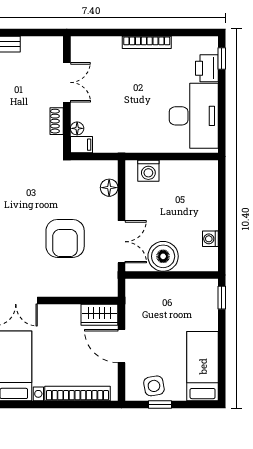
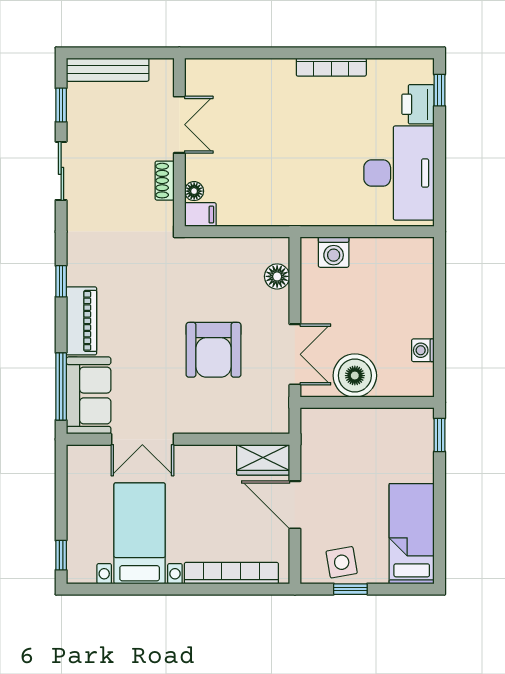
double door: (67, 82) -> (179, 125), moved
wall: (67, 95) -> (179, 142), moved
shoe rack: (57, 121) -> (165, 181), moved
floor lamp: (77, 128) -> (194, 191), moved
filing cabinet: (81, 145) -> (200, 215), moved

